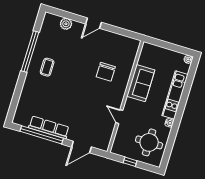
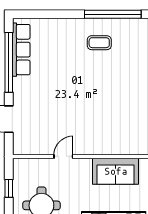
chair: (106, 72) -> (116, 121), removed
row of seats: (49, 127) -> (21, 50), moved

